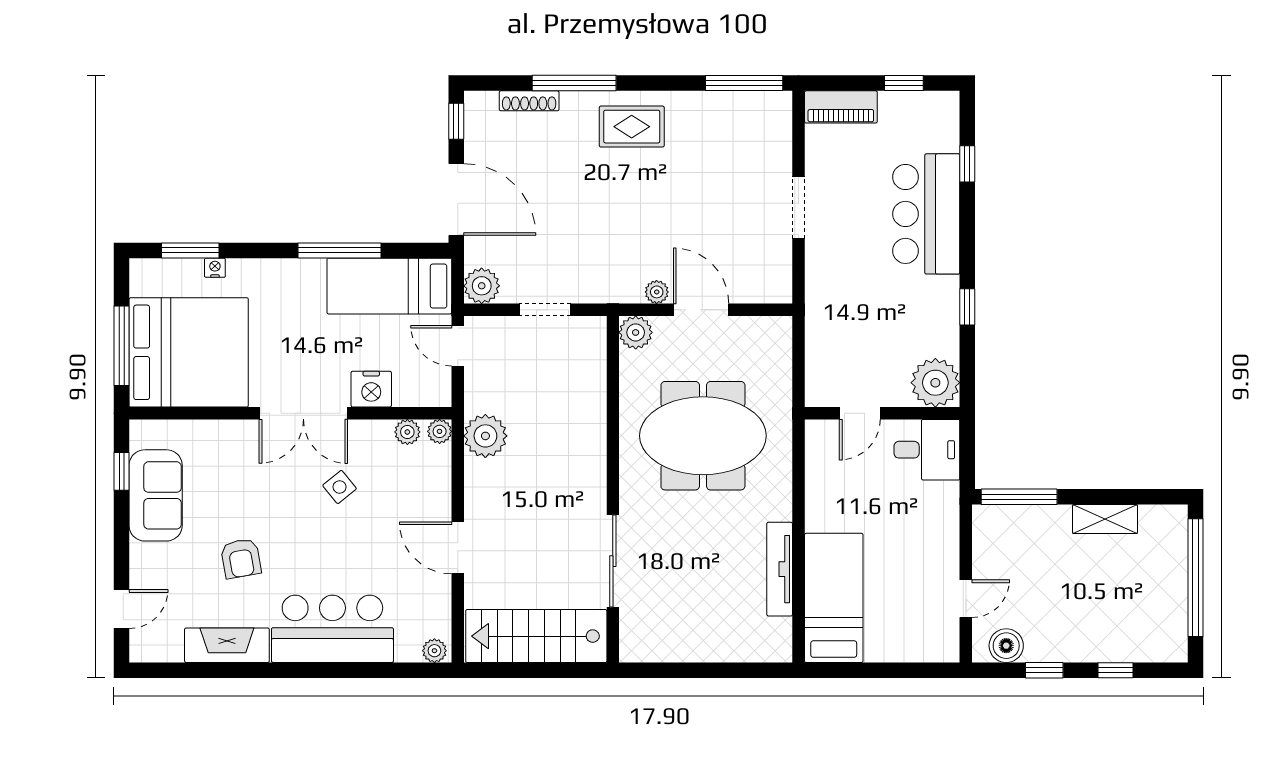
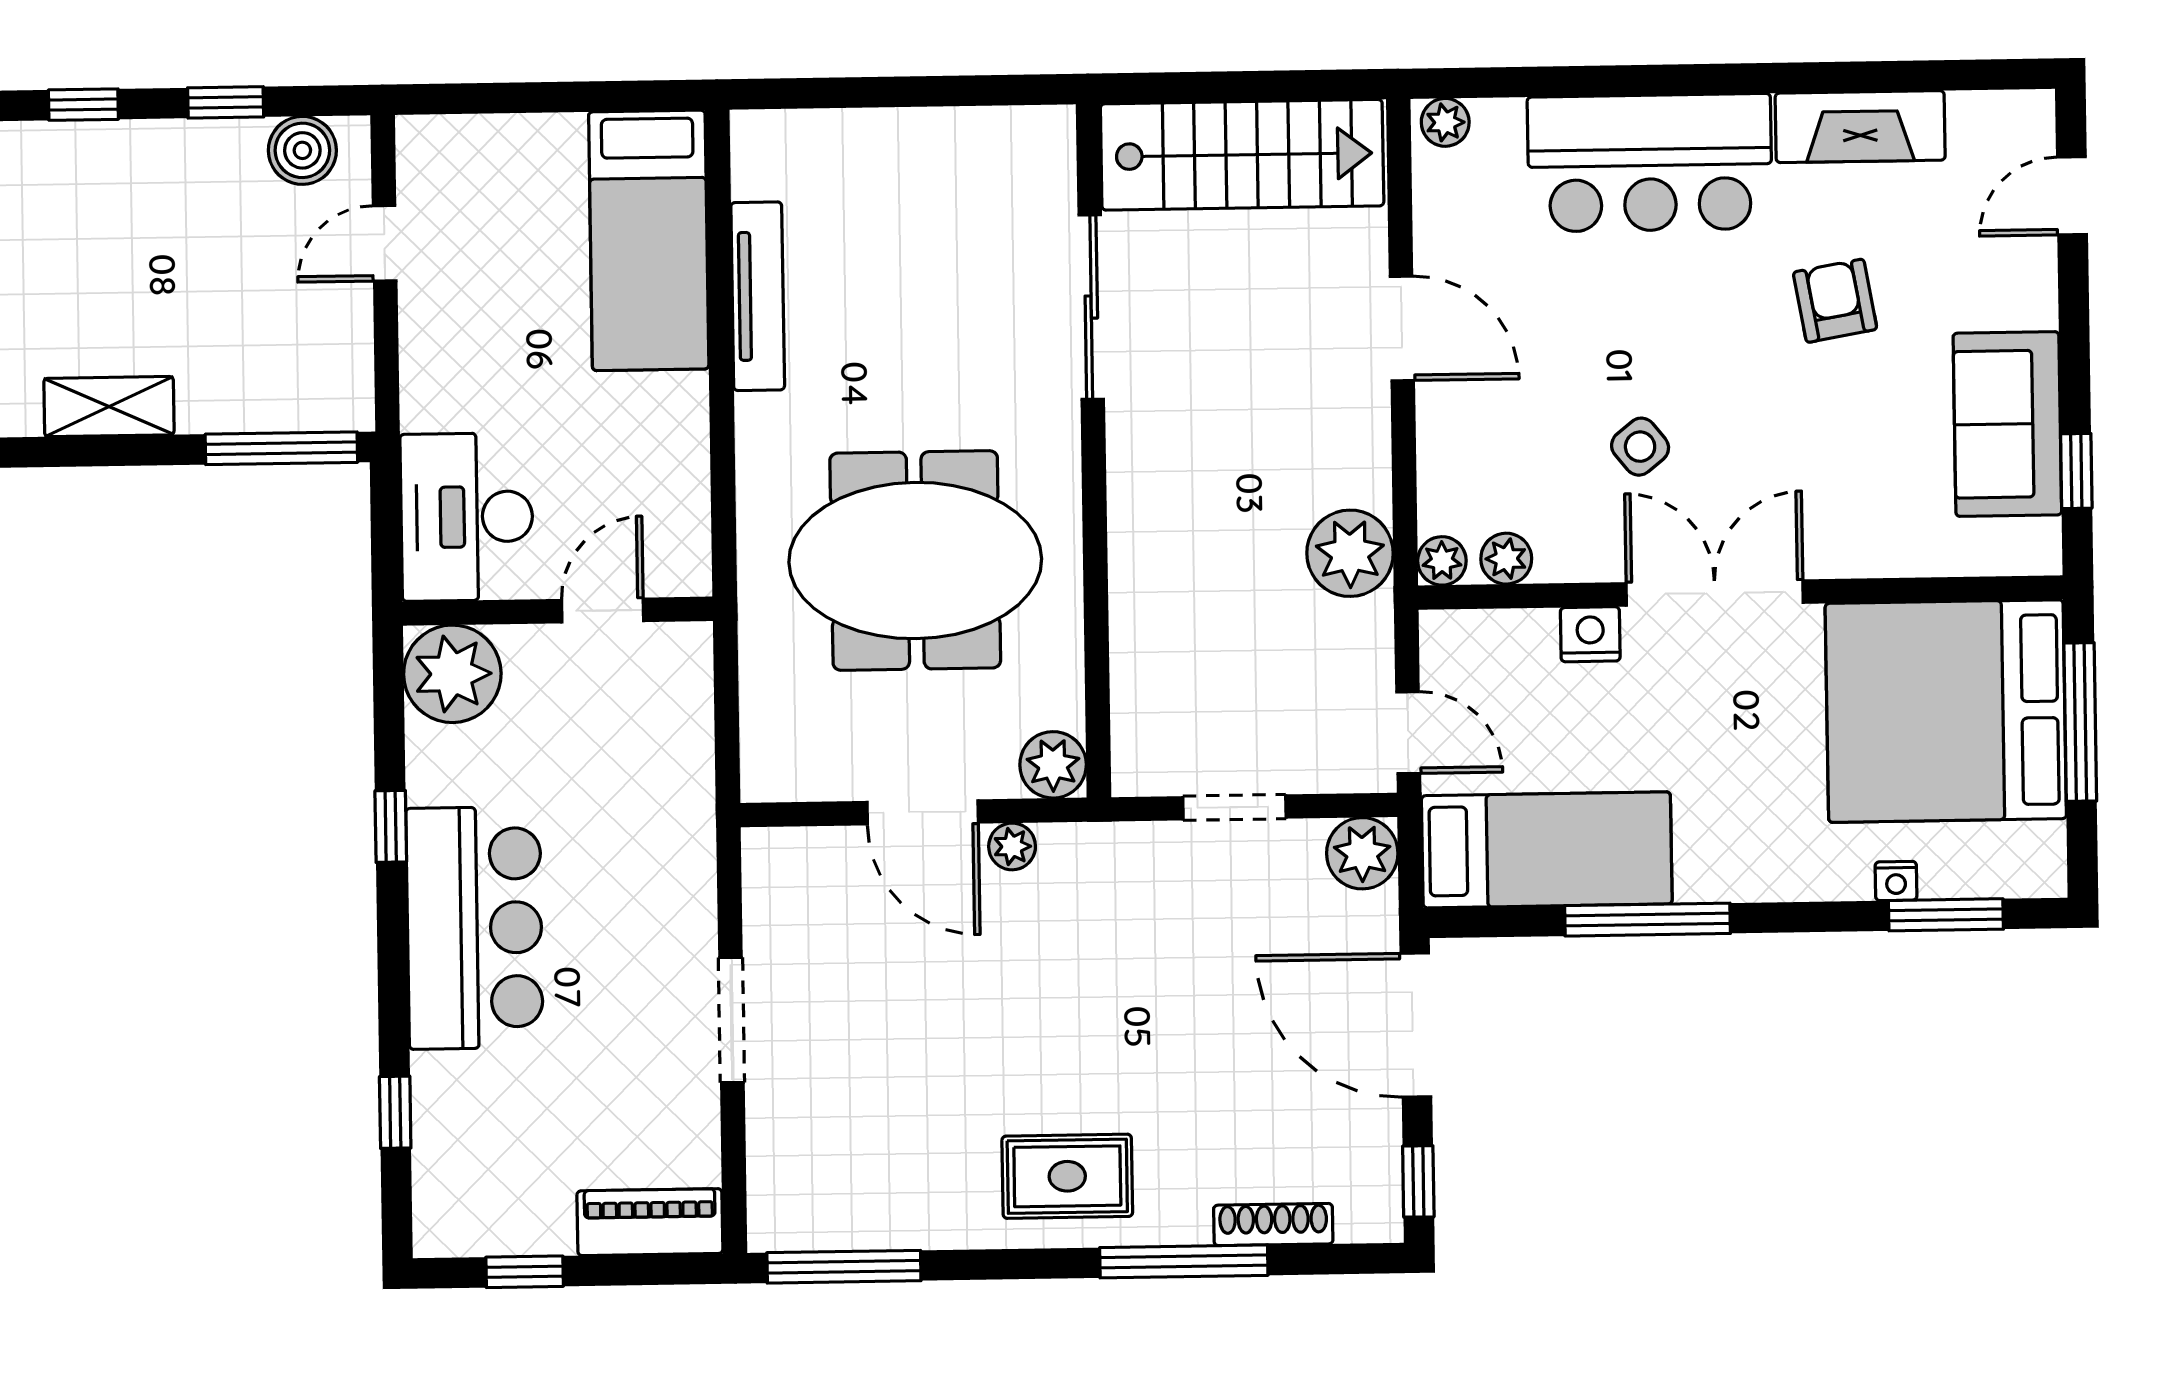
bar counter: (926, 214) -> (474, 928), moved
nightstand: (371, 389) -> (1590, 634), width x0.74, depth x0.75
desk: (927, 450) -> (467, 517), width x1.37

